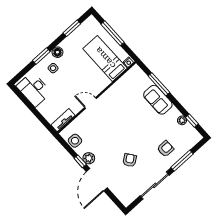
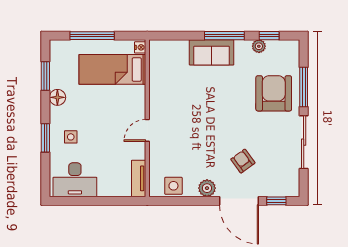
floor lamp: (57, 52) -> (57, 97), moved
window: (159, 84) -> (224, 36), moved
armchair: (165, 149) -> (274, 93), width x1.88, depth x1.88
armchair: (130, 160) -> (243, 161), moved
window: (80, 161) -> (276, 201), moved

